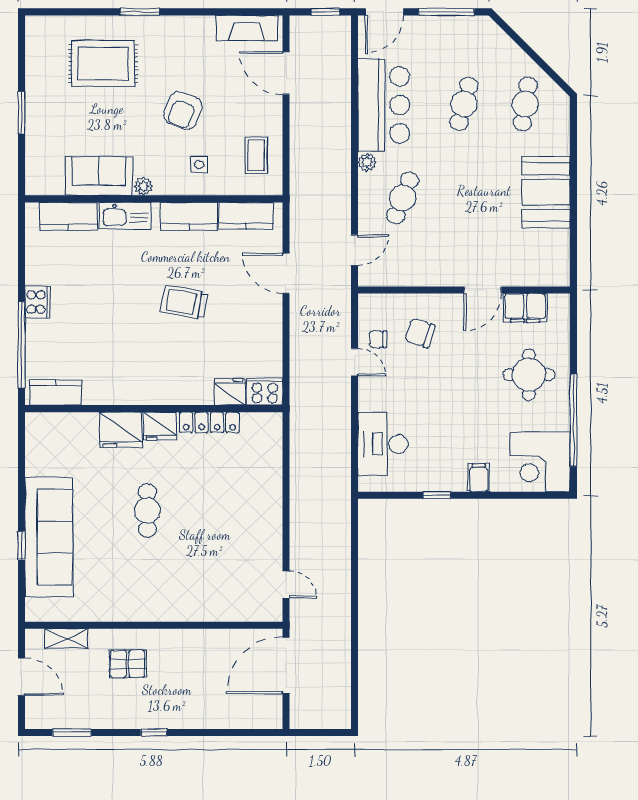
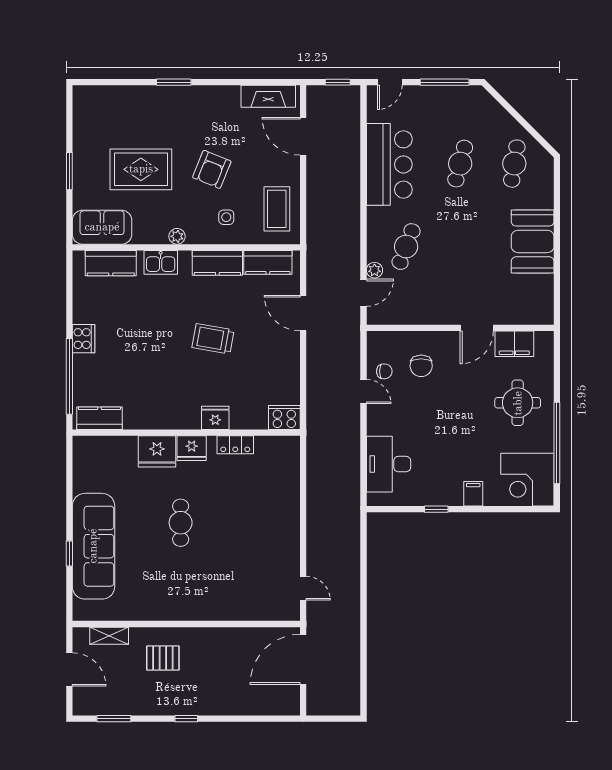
door: (384, 12) -> (390, 82), width x0.73
rug: (103, 64) -> (141, 169), moved
coffee table: (256, 155) -> (277, 209), width x1.36, depth x1.30
plant: (367, 162) -> (374, 270), moved
sofa: (99, 176) -> (102, 227), moved
kitchen sink: (125, 216) -> (161, 262), width x0.73
chair: (420, 333) -> (421, 366), turned -108
chair: (378, 339) -> (384, 371), turned 180
fridge: (230, 392) -> (215, 418), moved
locker: (209, 422) -> (235, 445), width x0.66

